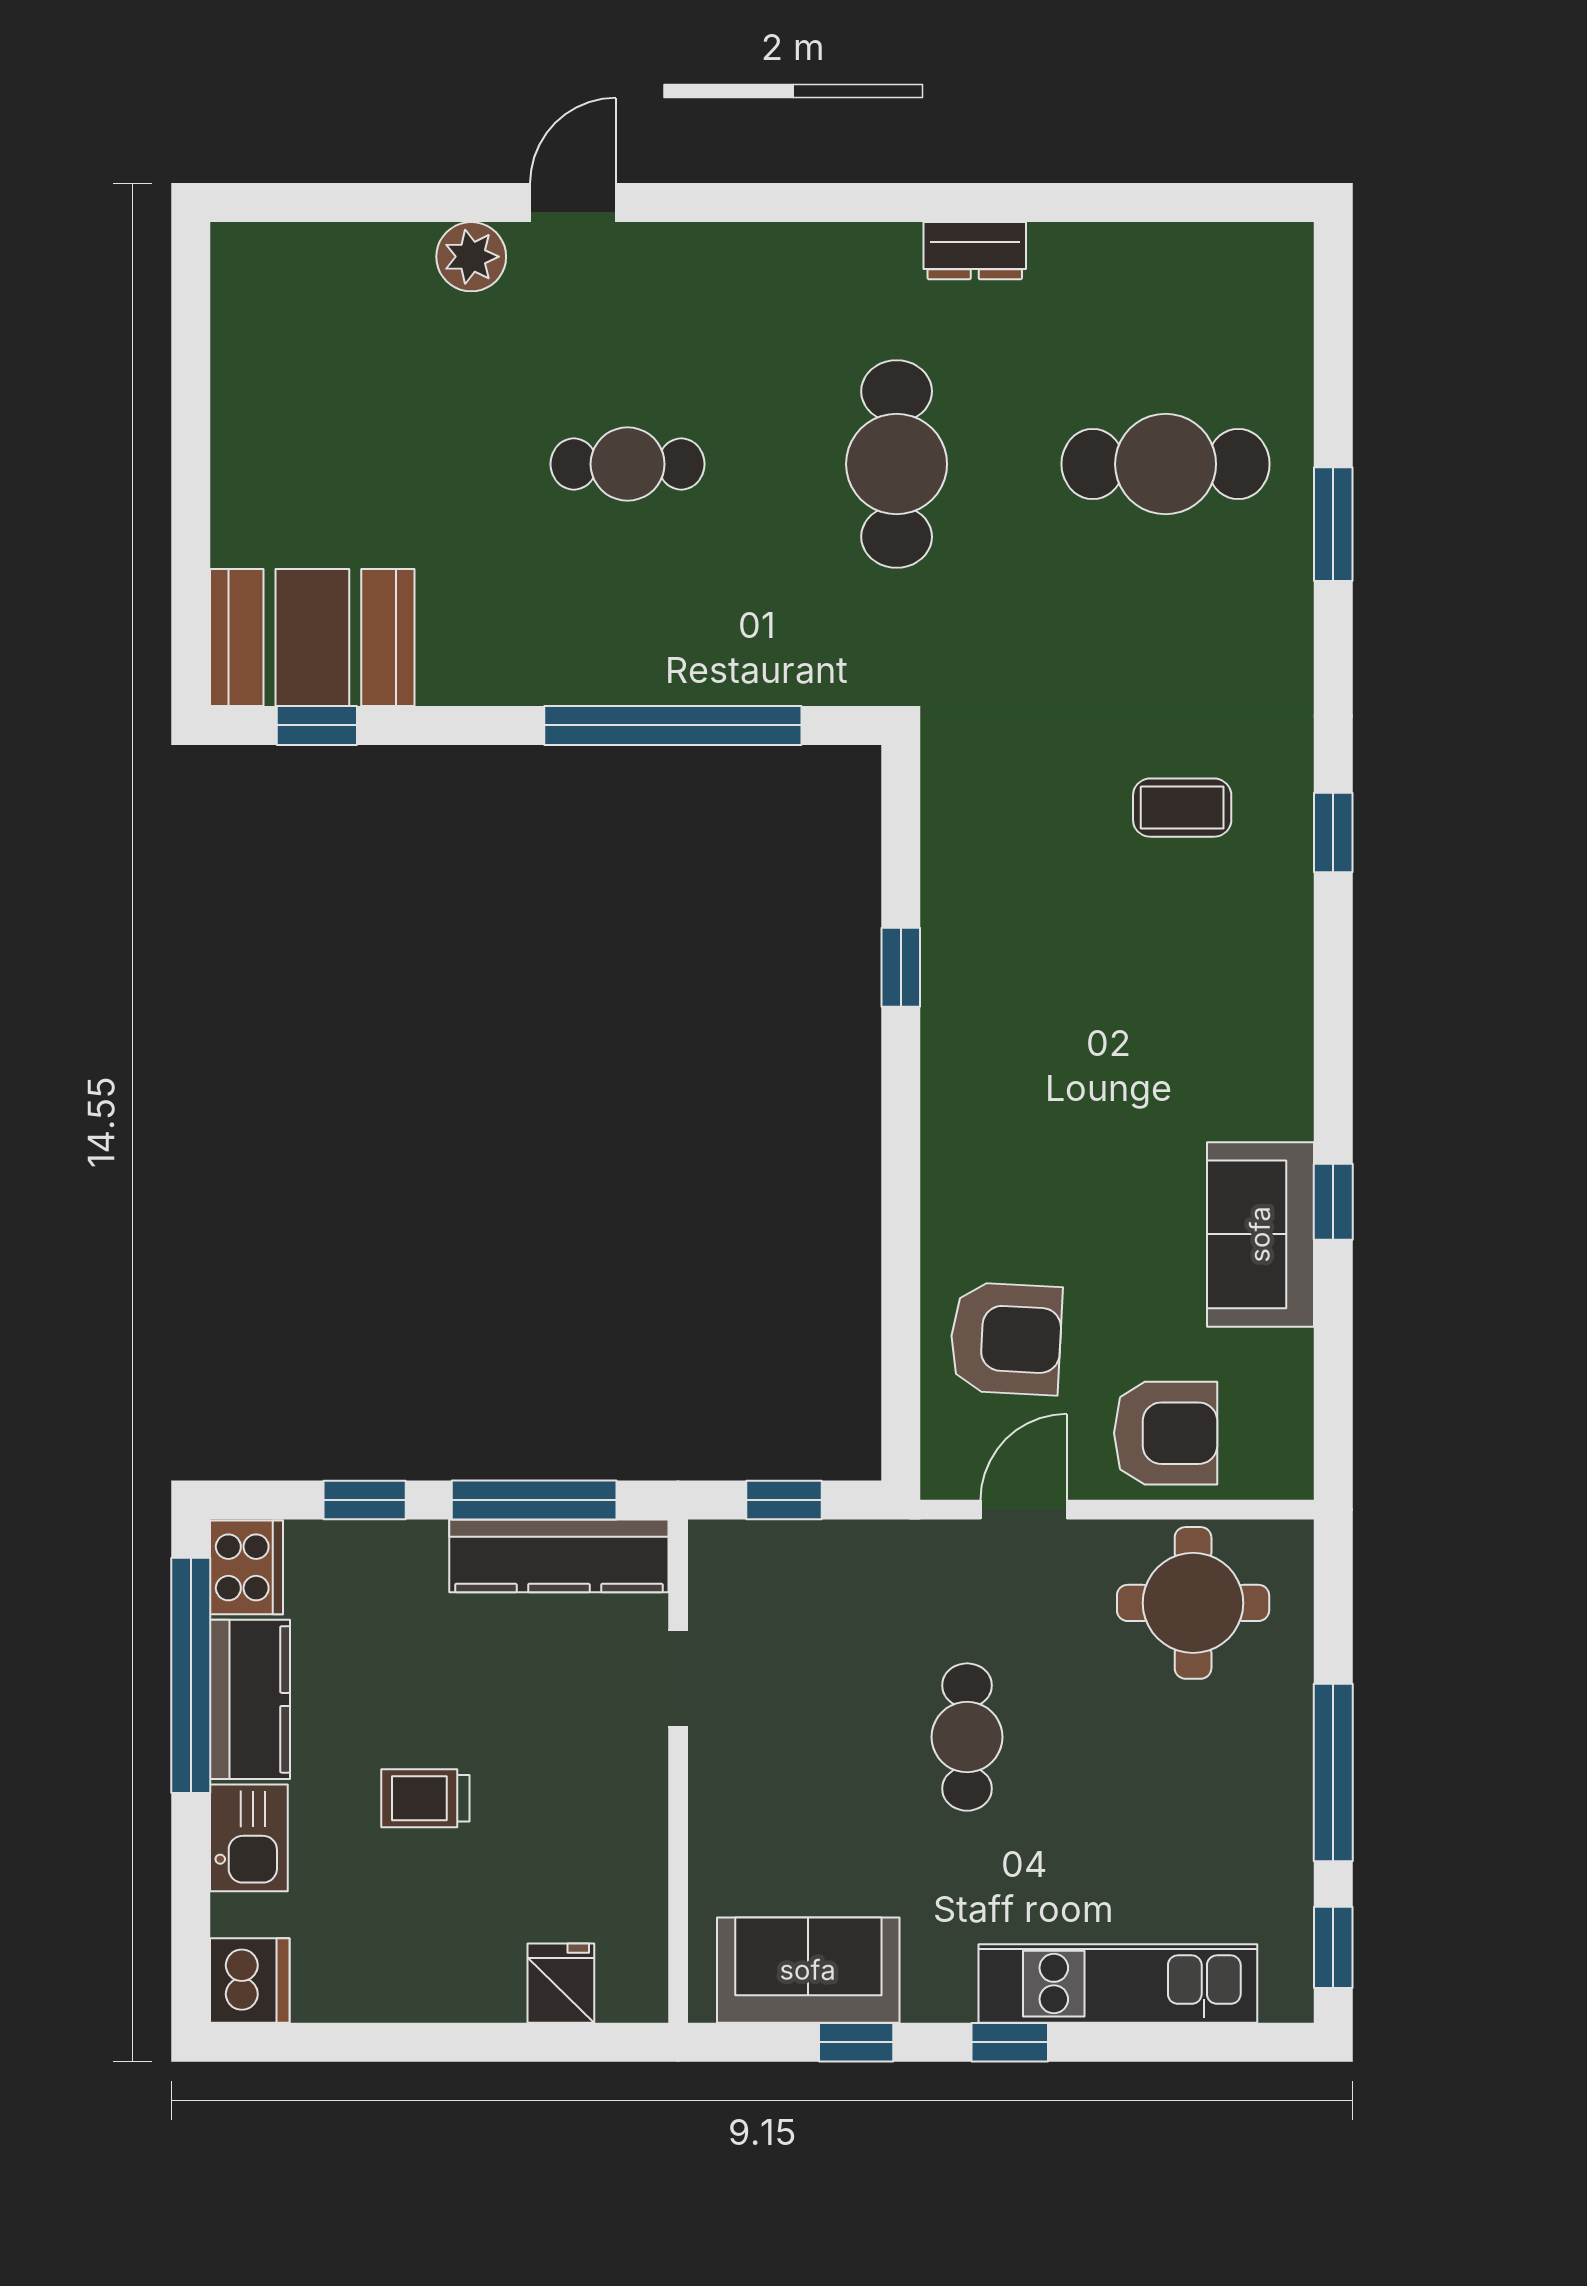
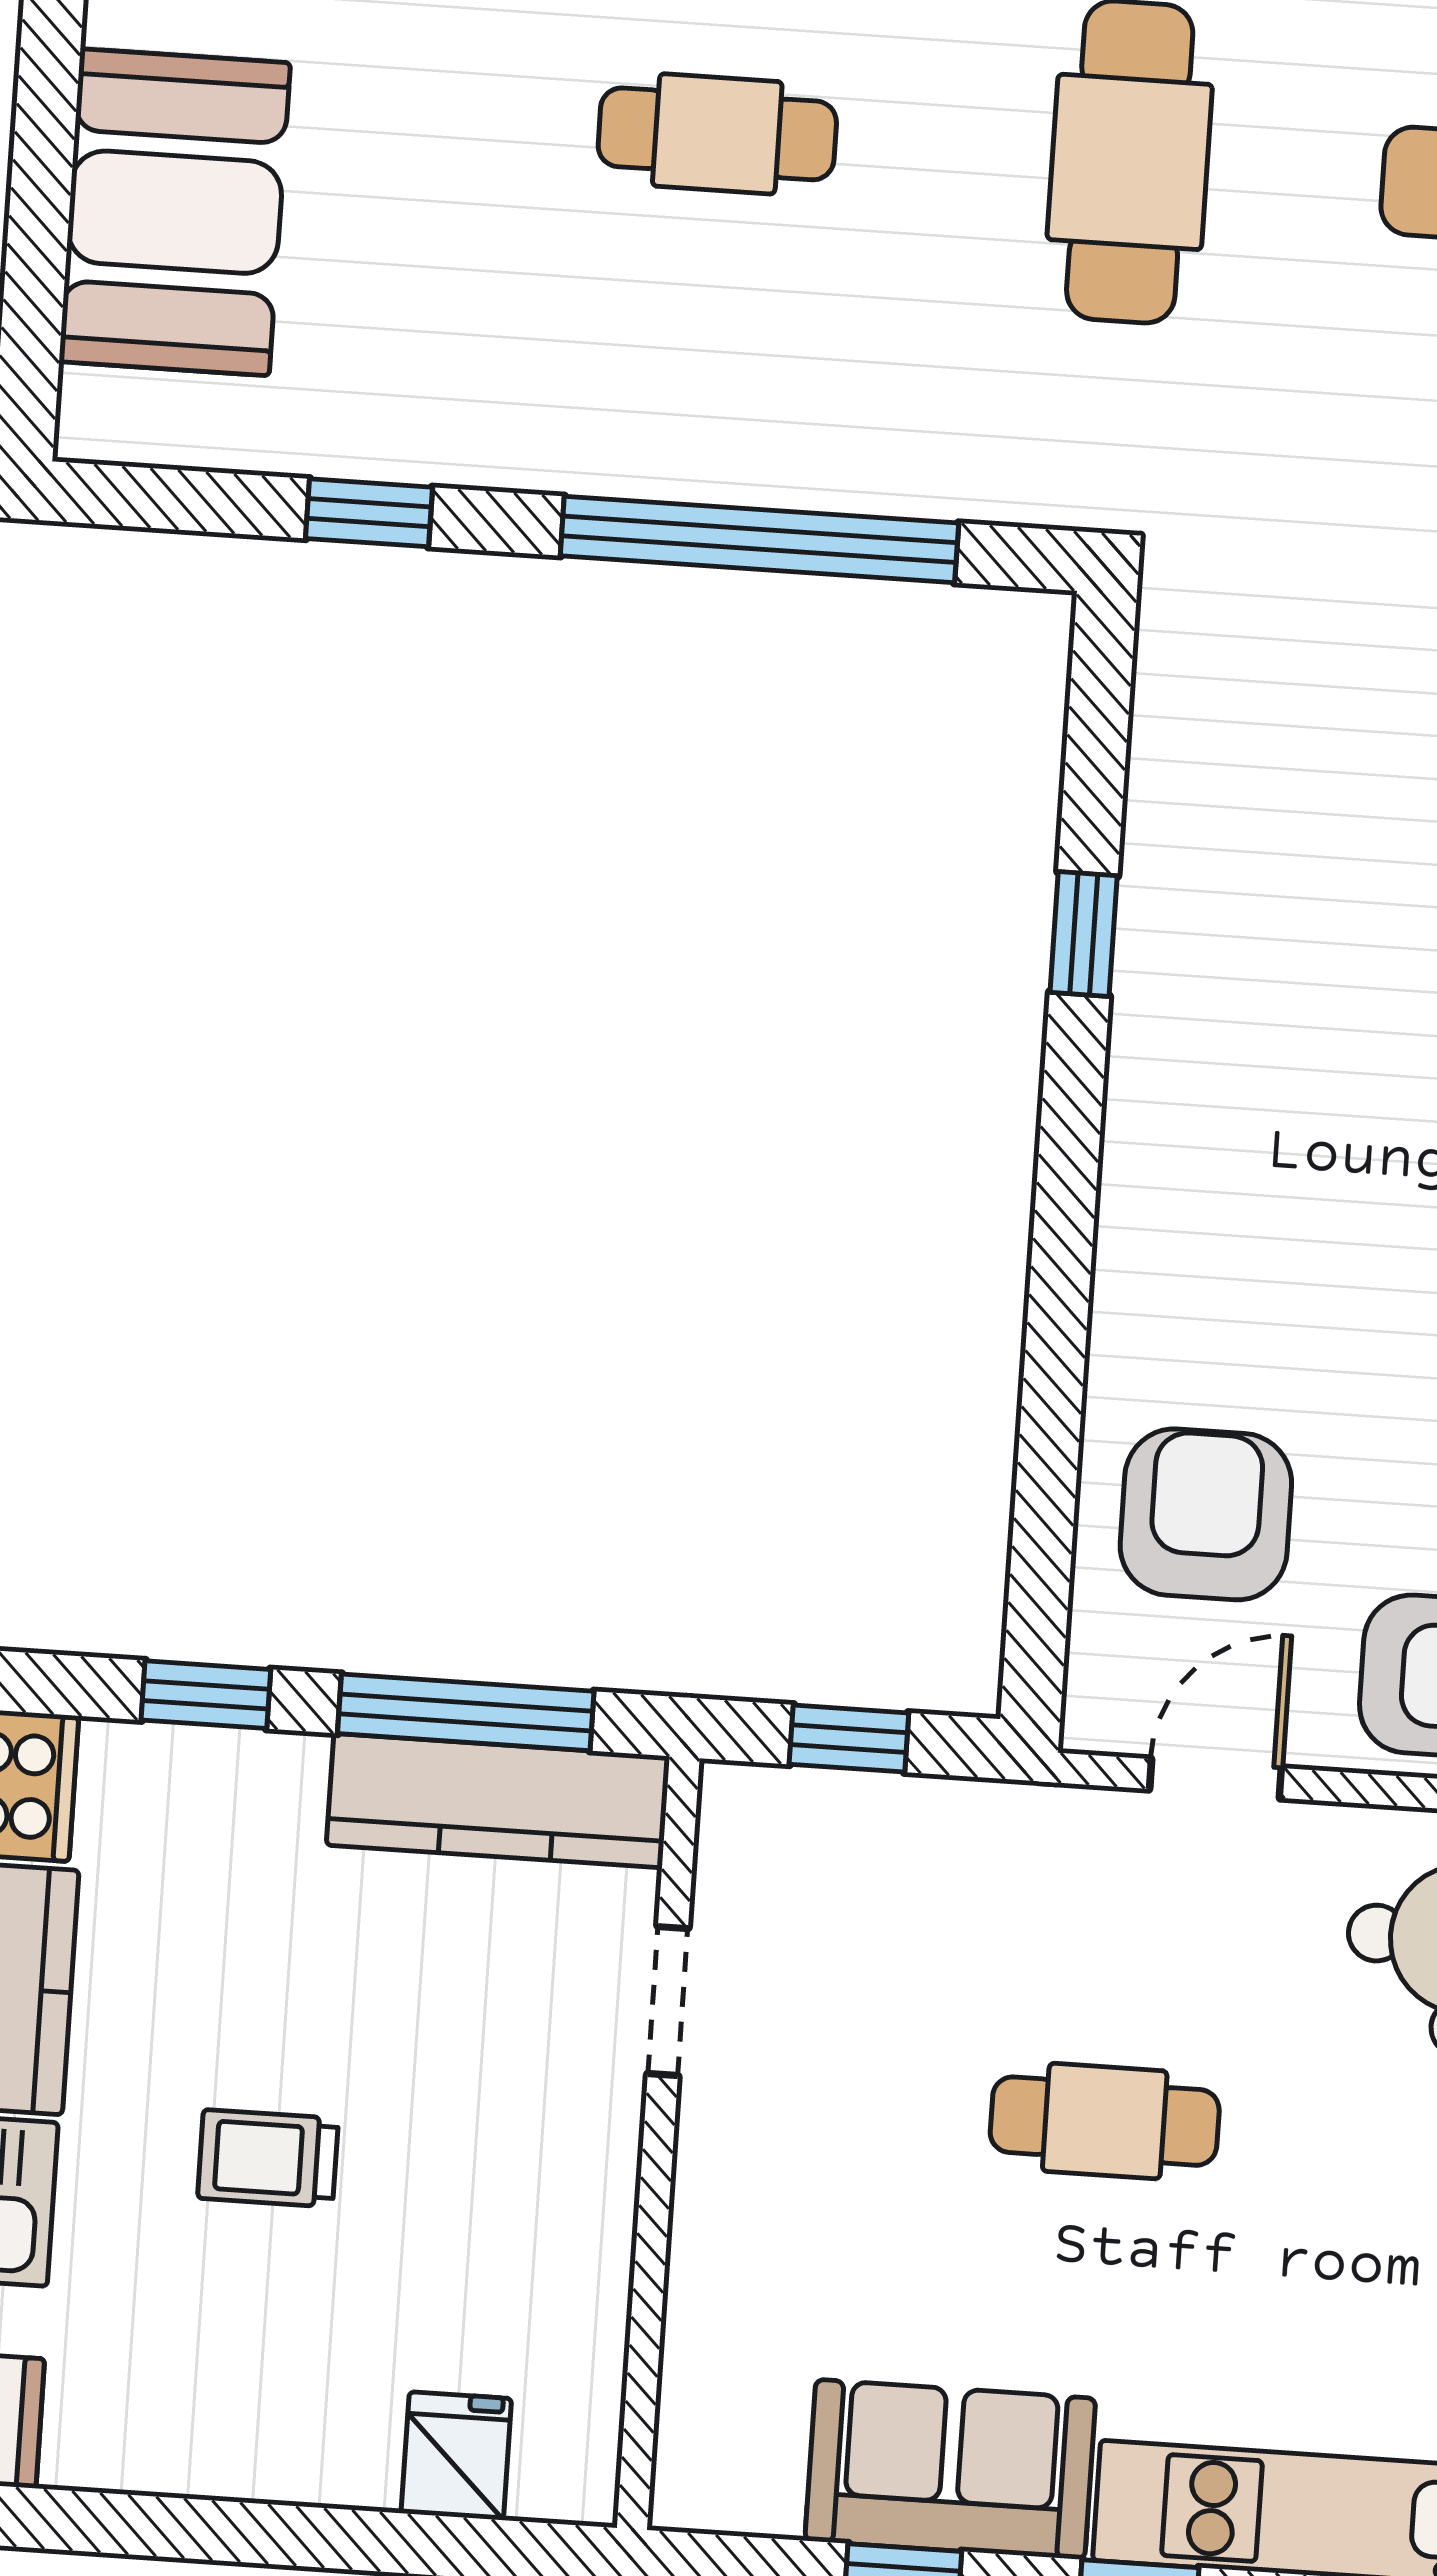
booth: (312, 638) -> (175, 212), moved, turned 90
window: (317, 725) -> (369, 513), moved
armchair: (1006, 1339) -> (1206, 1514), turned -93
cafe table: (967, 1737) -> (1105, 2121), turned 90
sofa: (808, 1970) -> (950, 2469), moved

